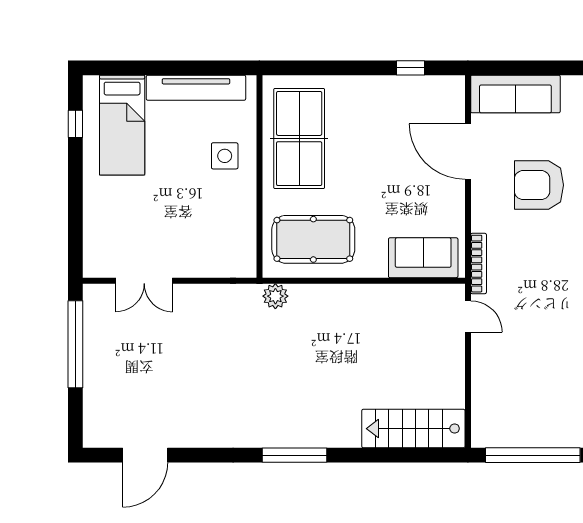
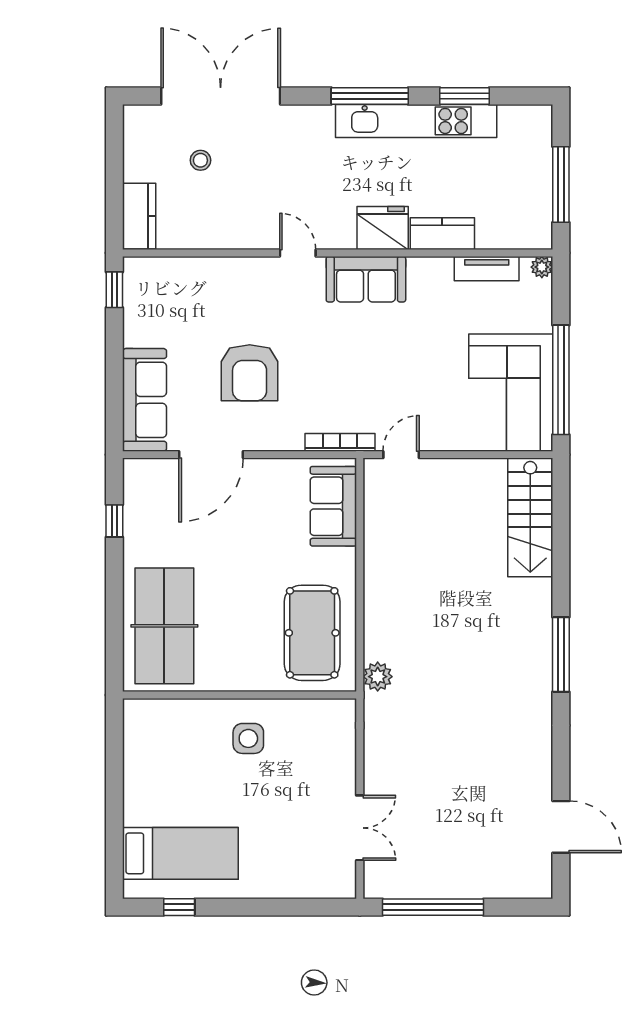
tv unit: (196, 88) -> (137, 768), removed
table tennis table: (299, 139) -> (164, 626), moved, turned 90
side table: (225, 156) -> (248, 738), moved
corner sofa: (522, 412) -> (511, 393), added

